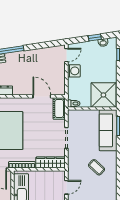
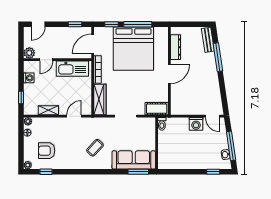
window: (95, 37) -> (231, 146), width x2.17
shower: (103, 95) -> (171, 155), removed
door: (42, 96) -> (169, 74), moved
door: (66, 187) -> (74, 116), swing flipped

